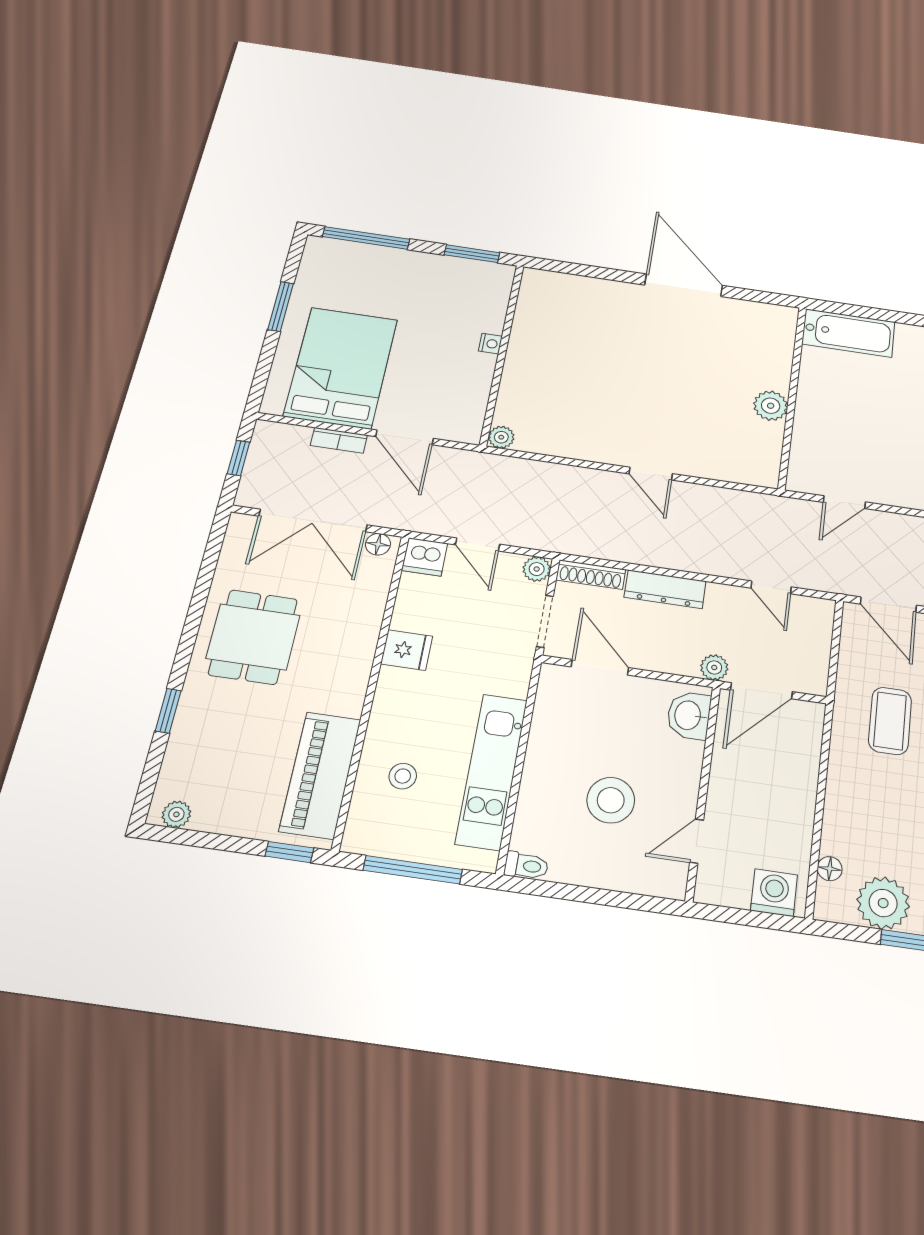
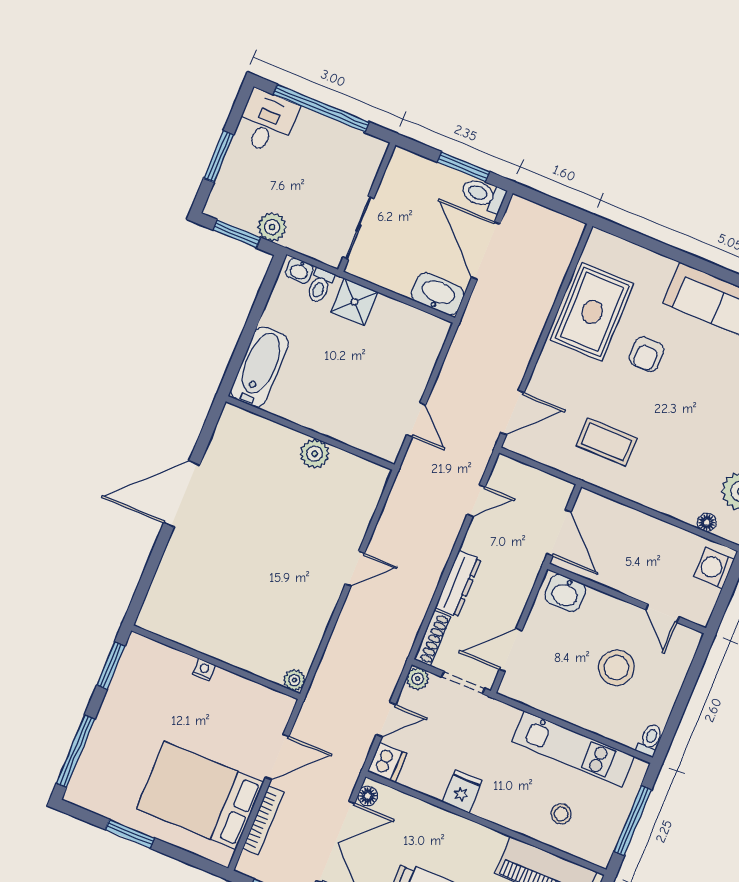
bookcase: (339, 440) -> (263, 820), width x1.56
plant: (714, 667) -> (532, 563), removed

